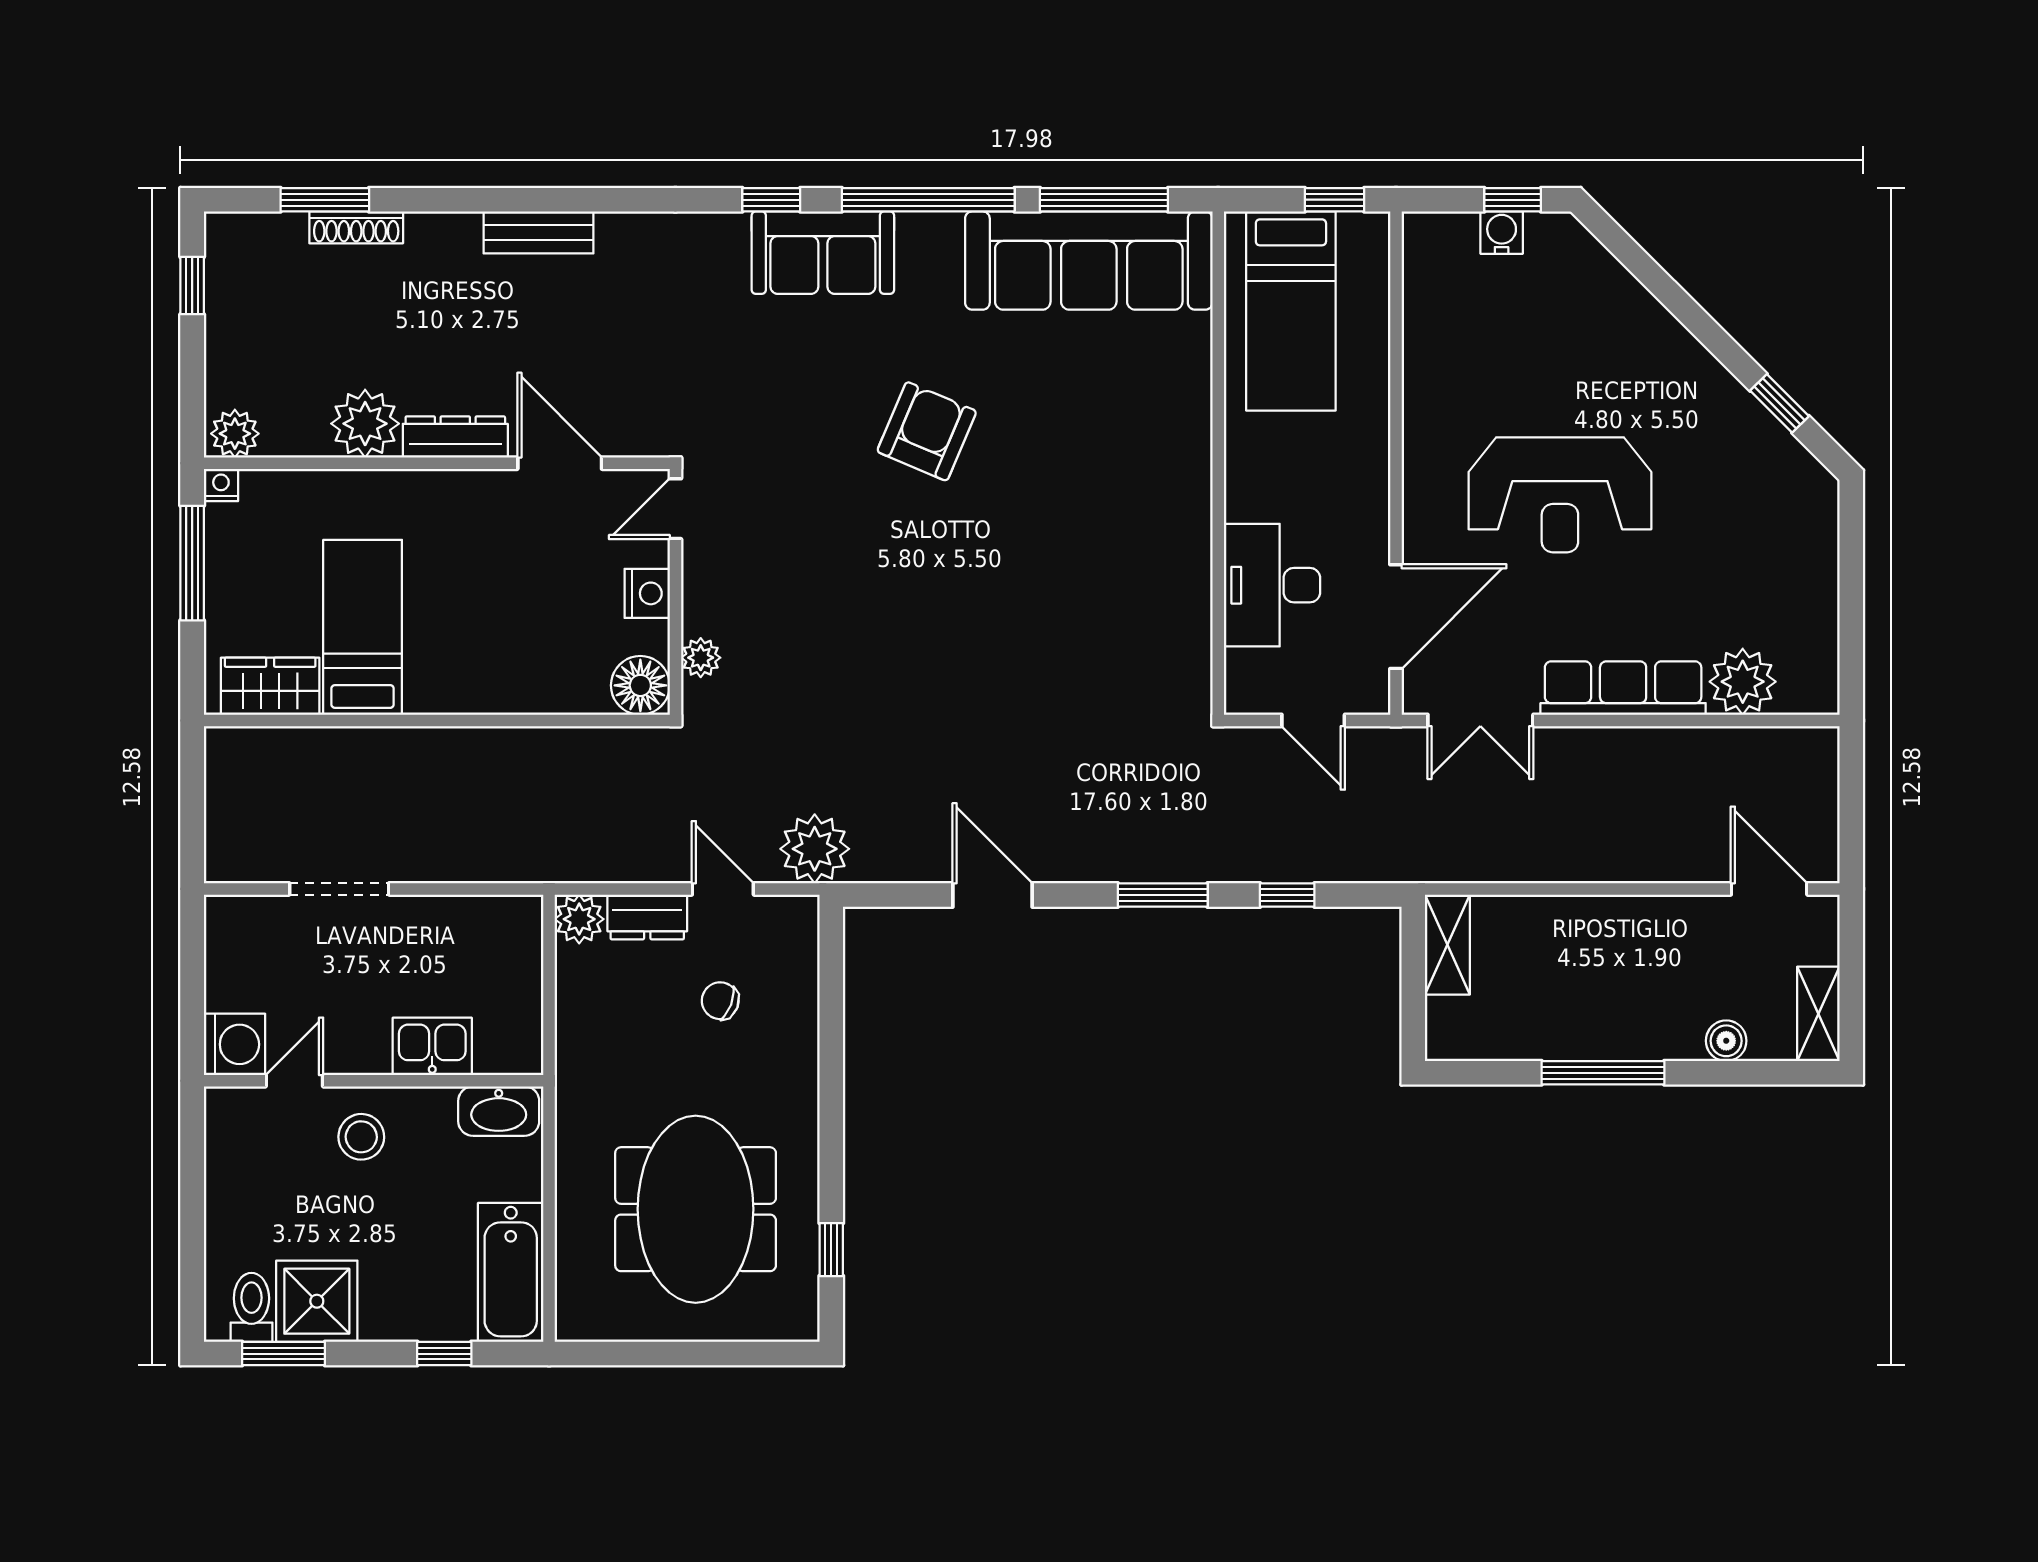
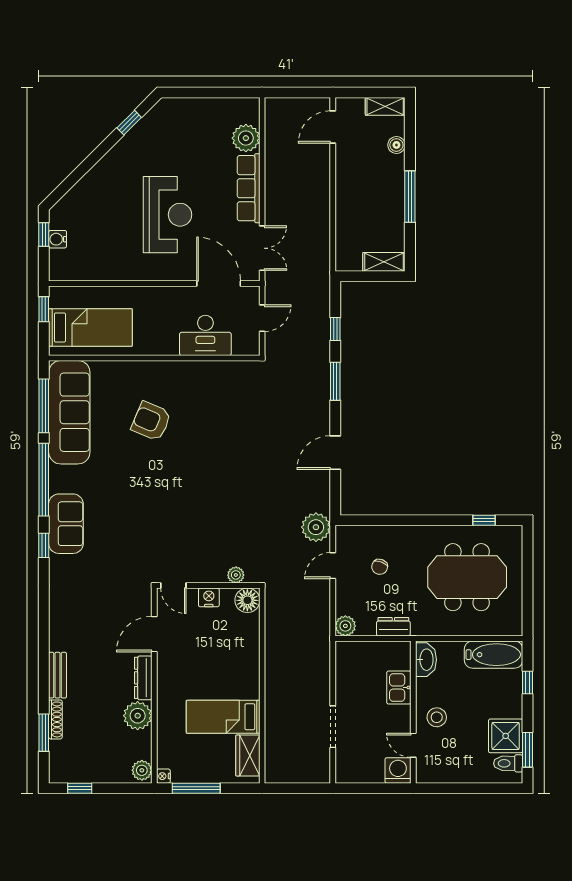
bench: (539, 232) -> (57, 675), moved
armchair: (927, 431) -> (151, 421), moved
dresser: (647, 917) -> (393, 627), moved, turned -90
shelving: (1447, 945) -> (384, 262), moved

